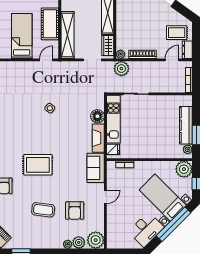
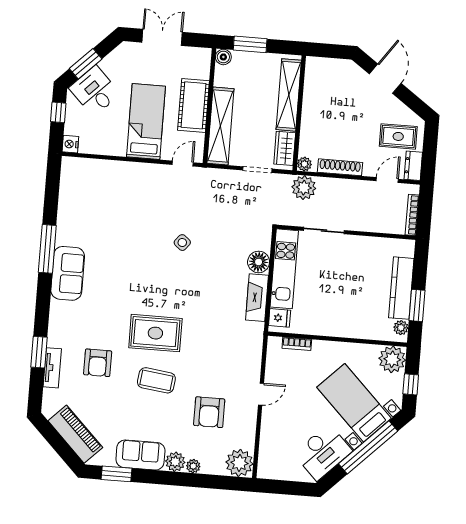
sofa: (96, 168) -> (140, 455), moved, turned 90
coffee table: (43, 210) -> (156, 380), moved
plant: (79, 242) -> (175, 462), moved

